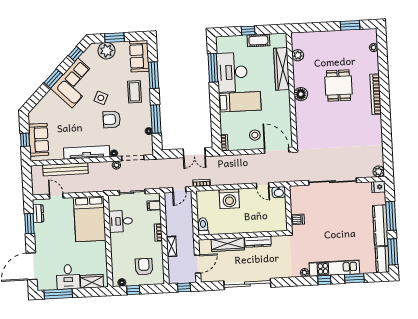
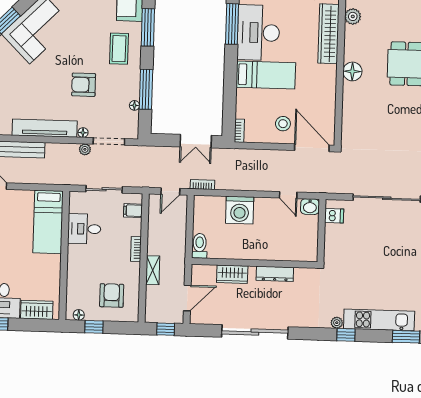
side table: (101, 98) -> (71, 53), removed
bed: (90, 219) -> (48, 222), width x0.67
dishwasher: (298, 219) -> (334, 216), moved
wardrobe: (228, 245) -> (232, 274), width x0.67
window: (324, 280) -> (346, 335), moved

